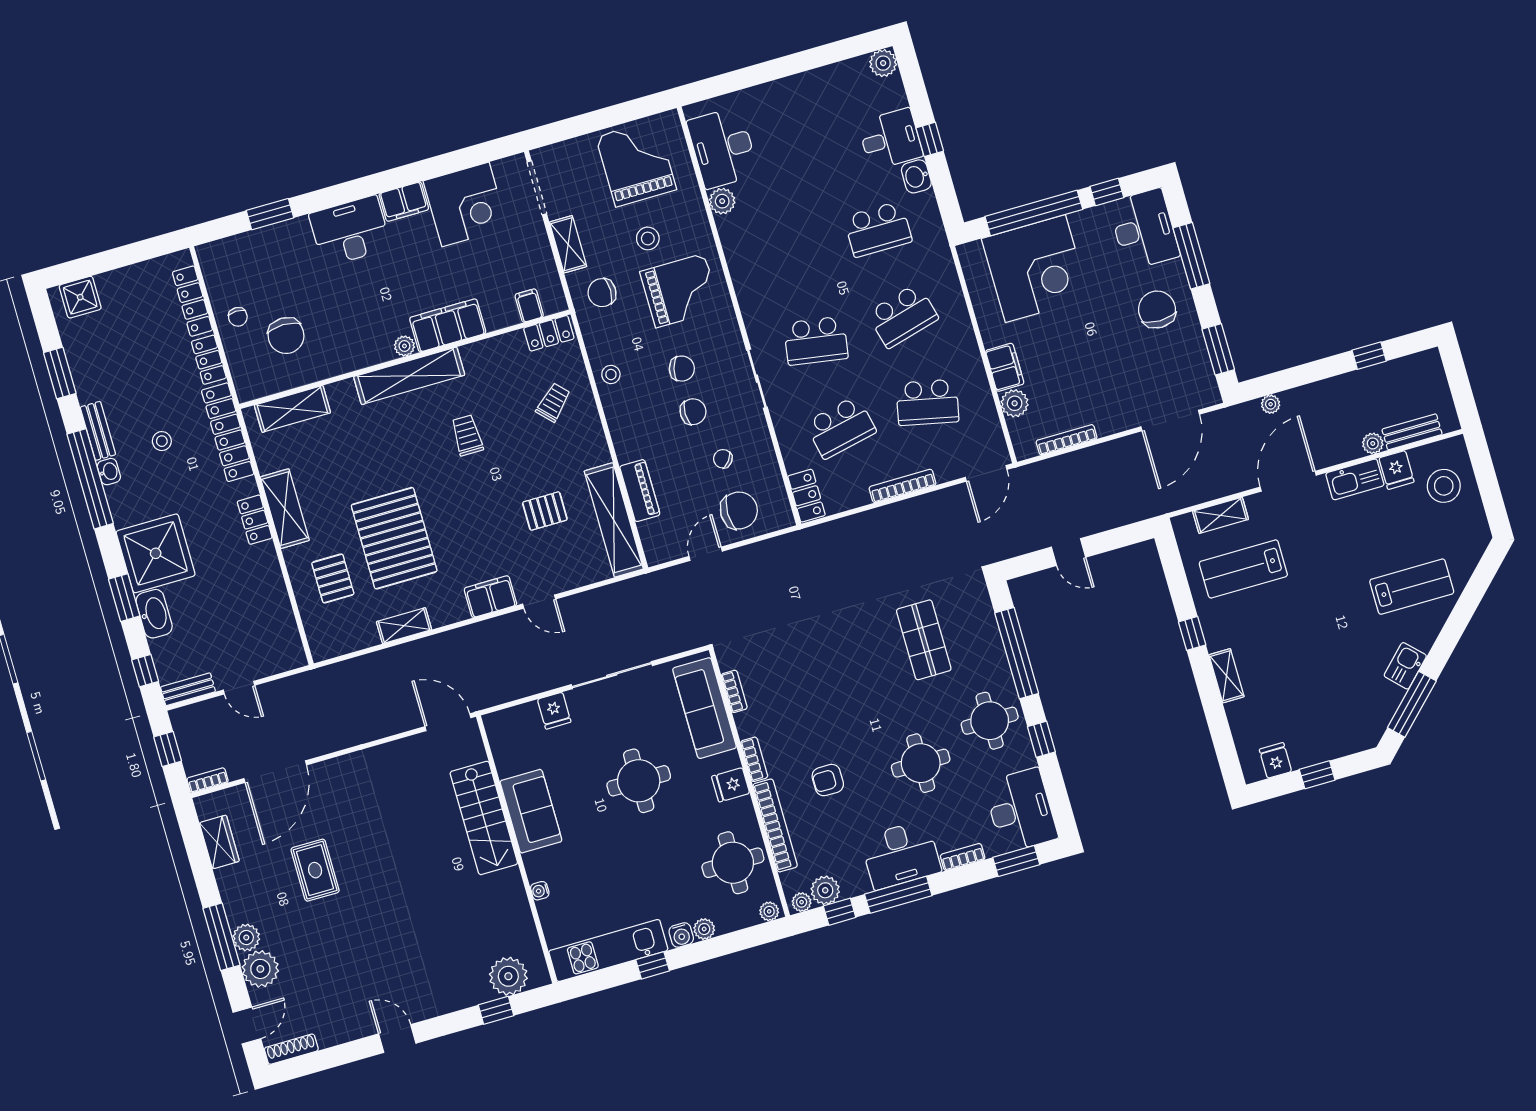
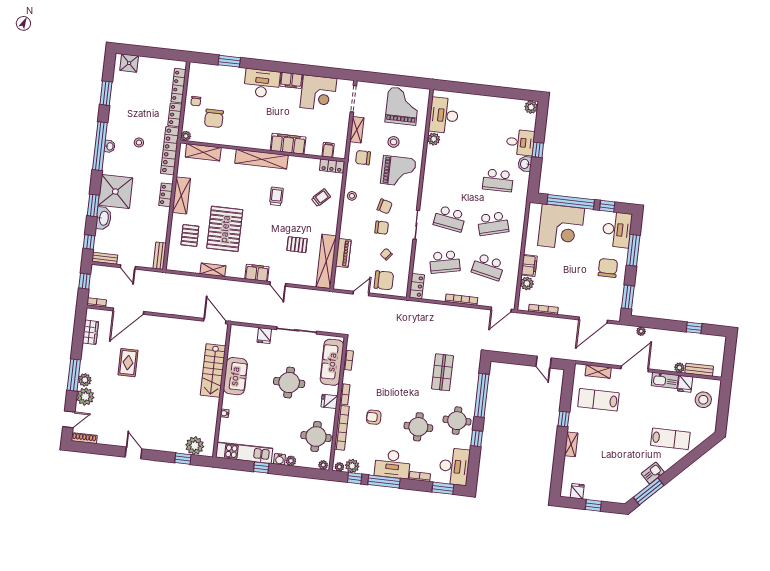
plant: (404, 346) -> (186, 136), moved
bench: (98, 431) -> (160, 256), moved
door: (1068, 552) -> (544, 362), moved

